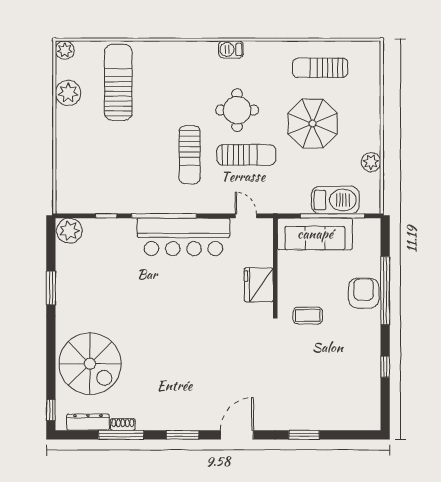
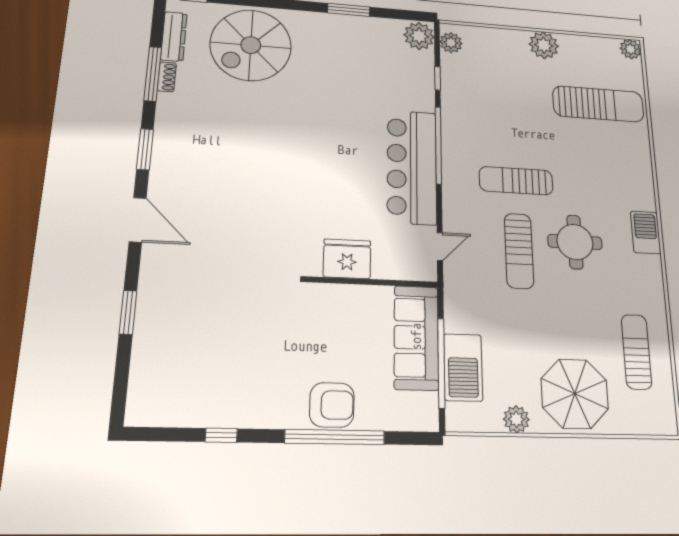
barbecue: (231, 49) -> (646, 232), width x1.38, depth x1.27
plant: (68, 93) -> (544, 45), moved
parasol: (313, 124) -> (575, 394), moved
plant: (73, 204) -> (451, 43), added
coffee table: (308, 315) -> (302, 324), removed

